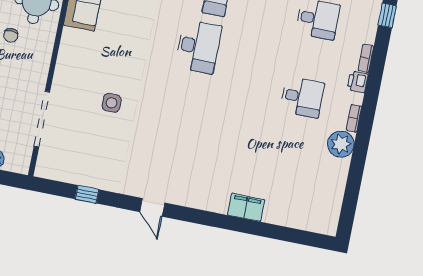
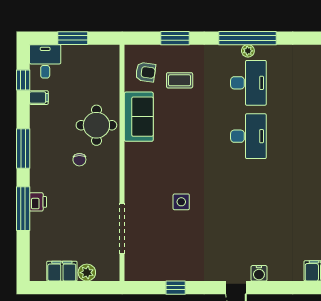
water cooler: (180, 197) -> (259, 273), added

